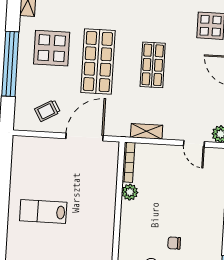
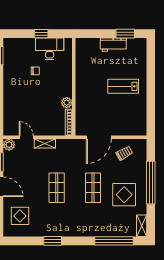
shop shelf: (98, 62) -> (93, 188), width x0.70, depth x0.74
shelving: (147, 131) -> (45, 144), moved
lab bench: (43, 212) -> (123, 86), turned 180

